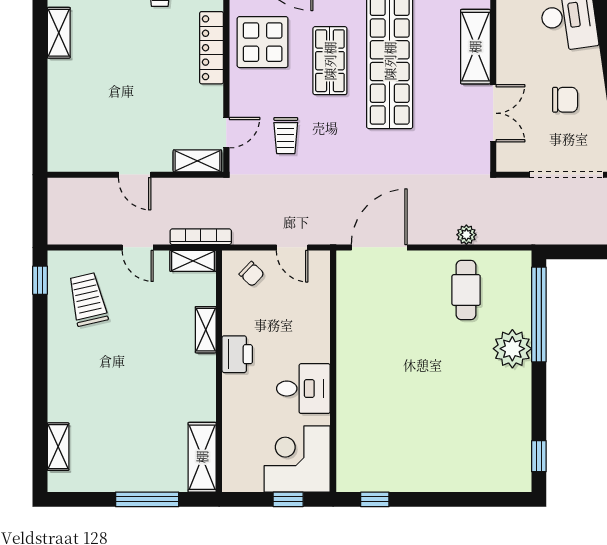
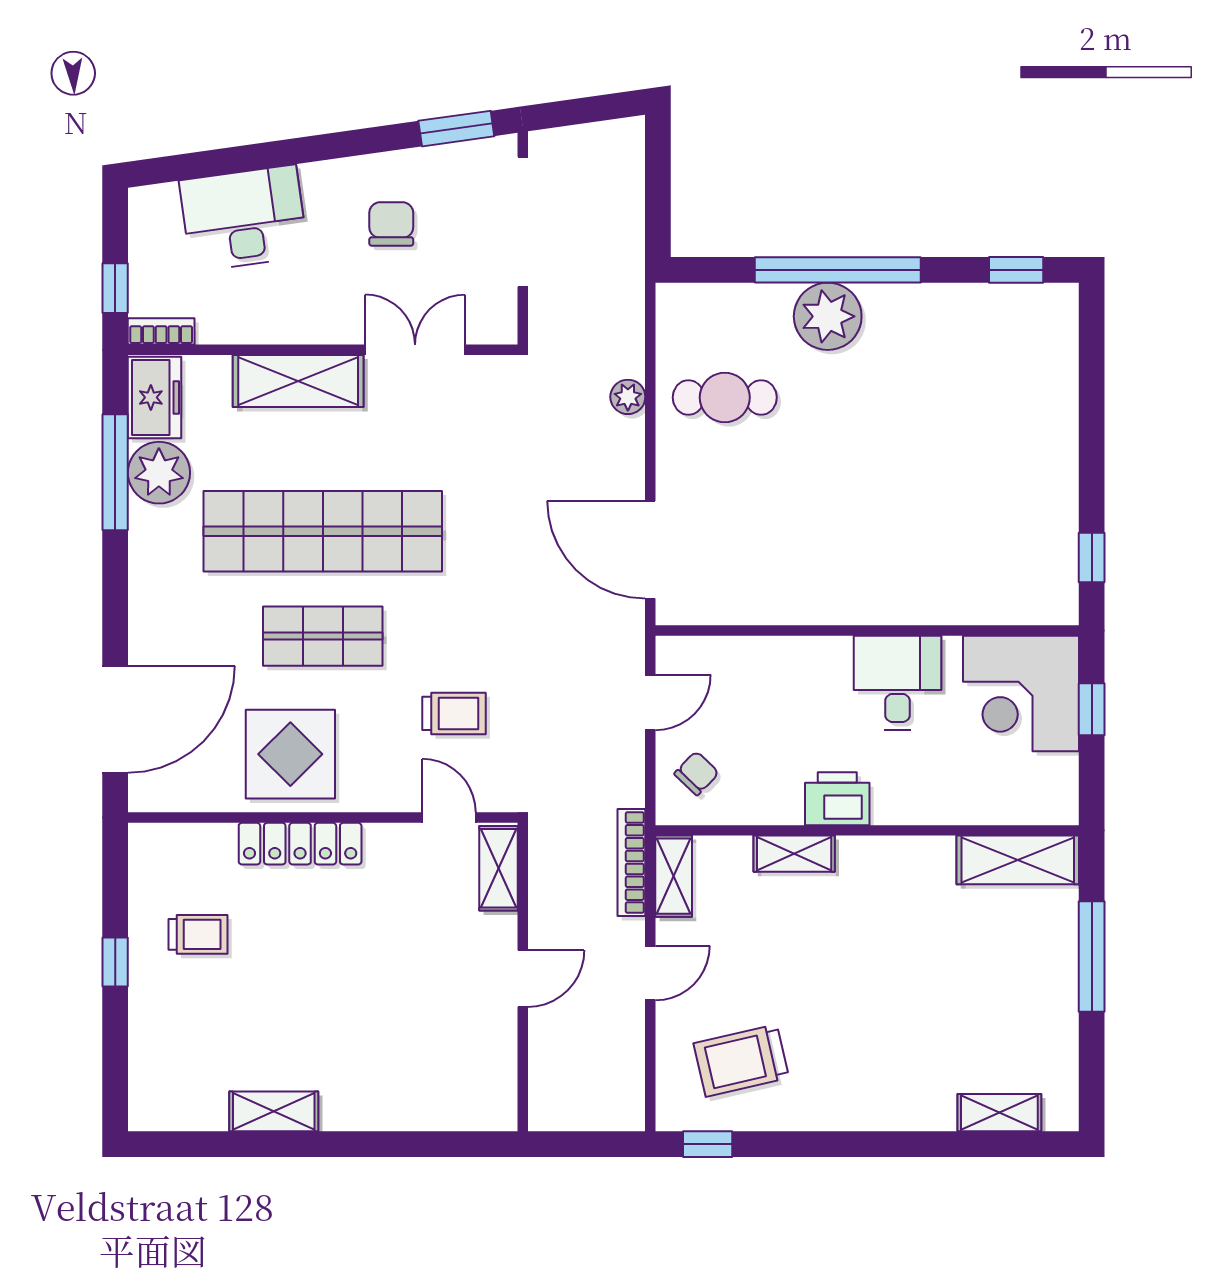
window: (539, 315) -> (838, 270), moved

